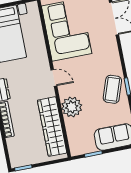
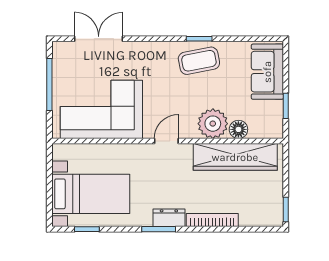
coffee table: (112, 89) -> (199, 61), turned -30
floor lamp: (71, 125) -> (238, 129), added

